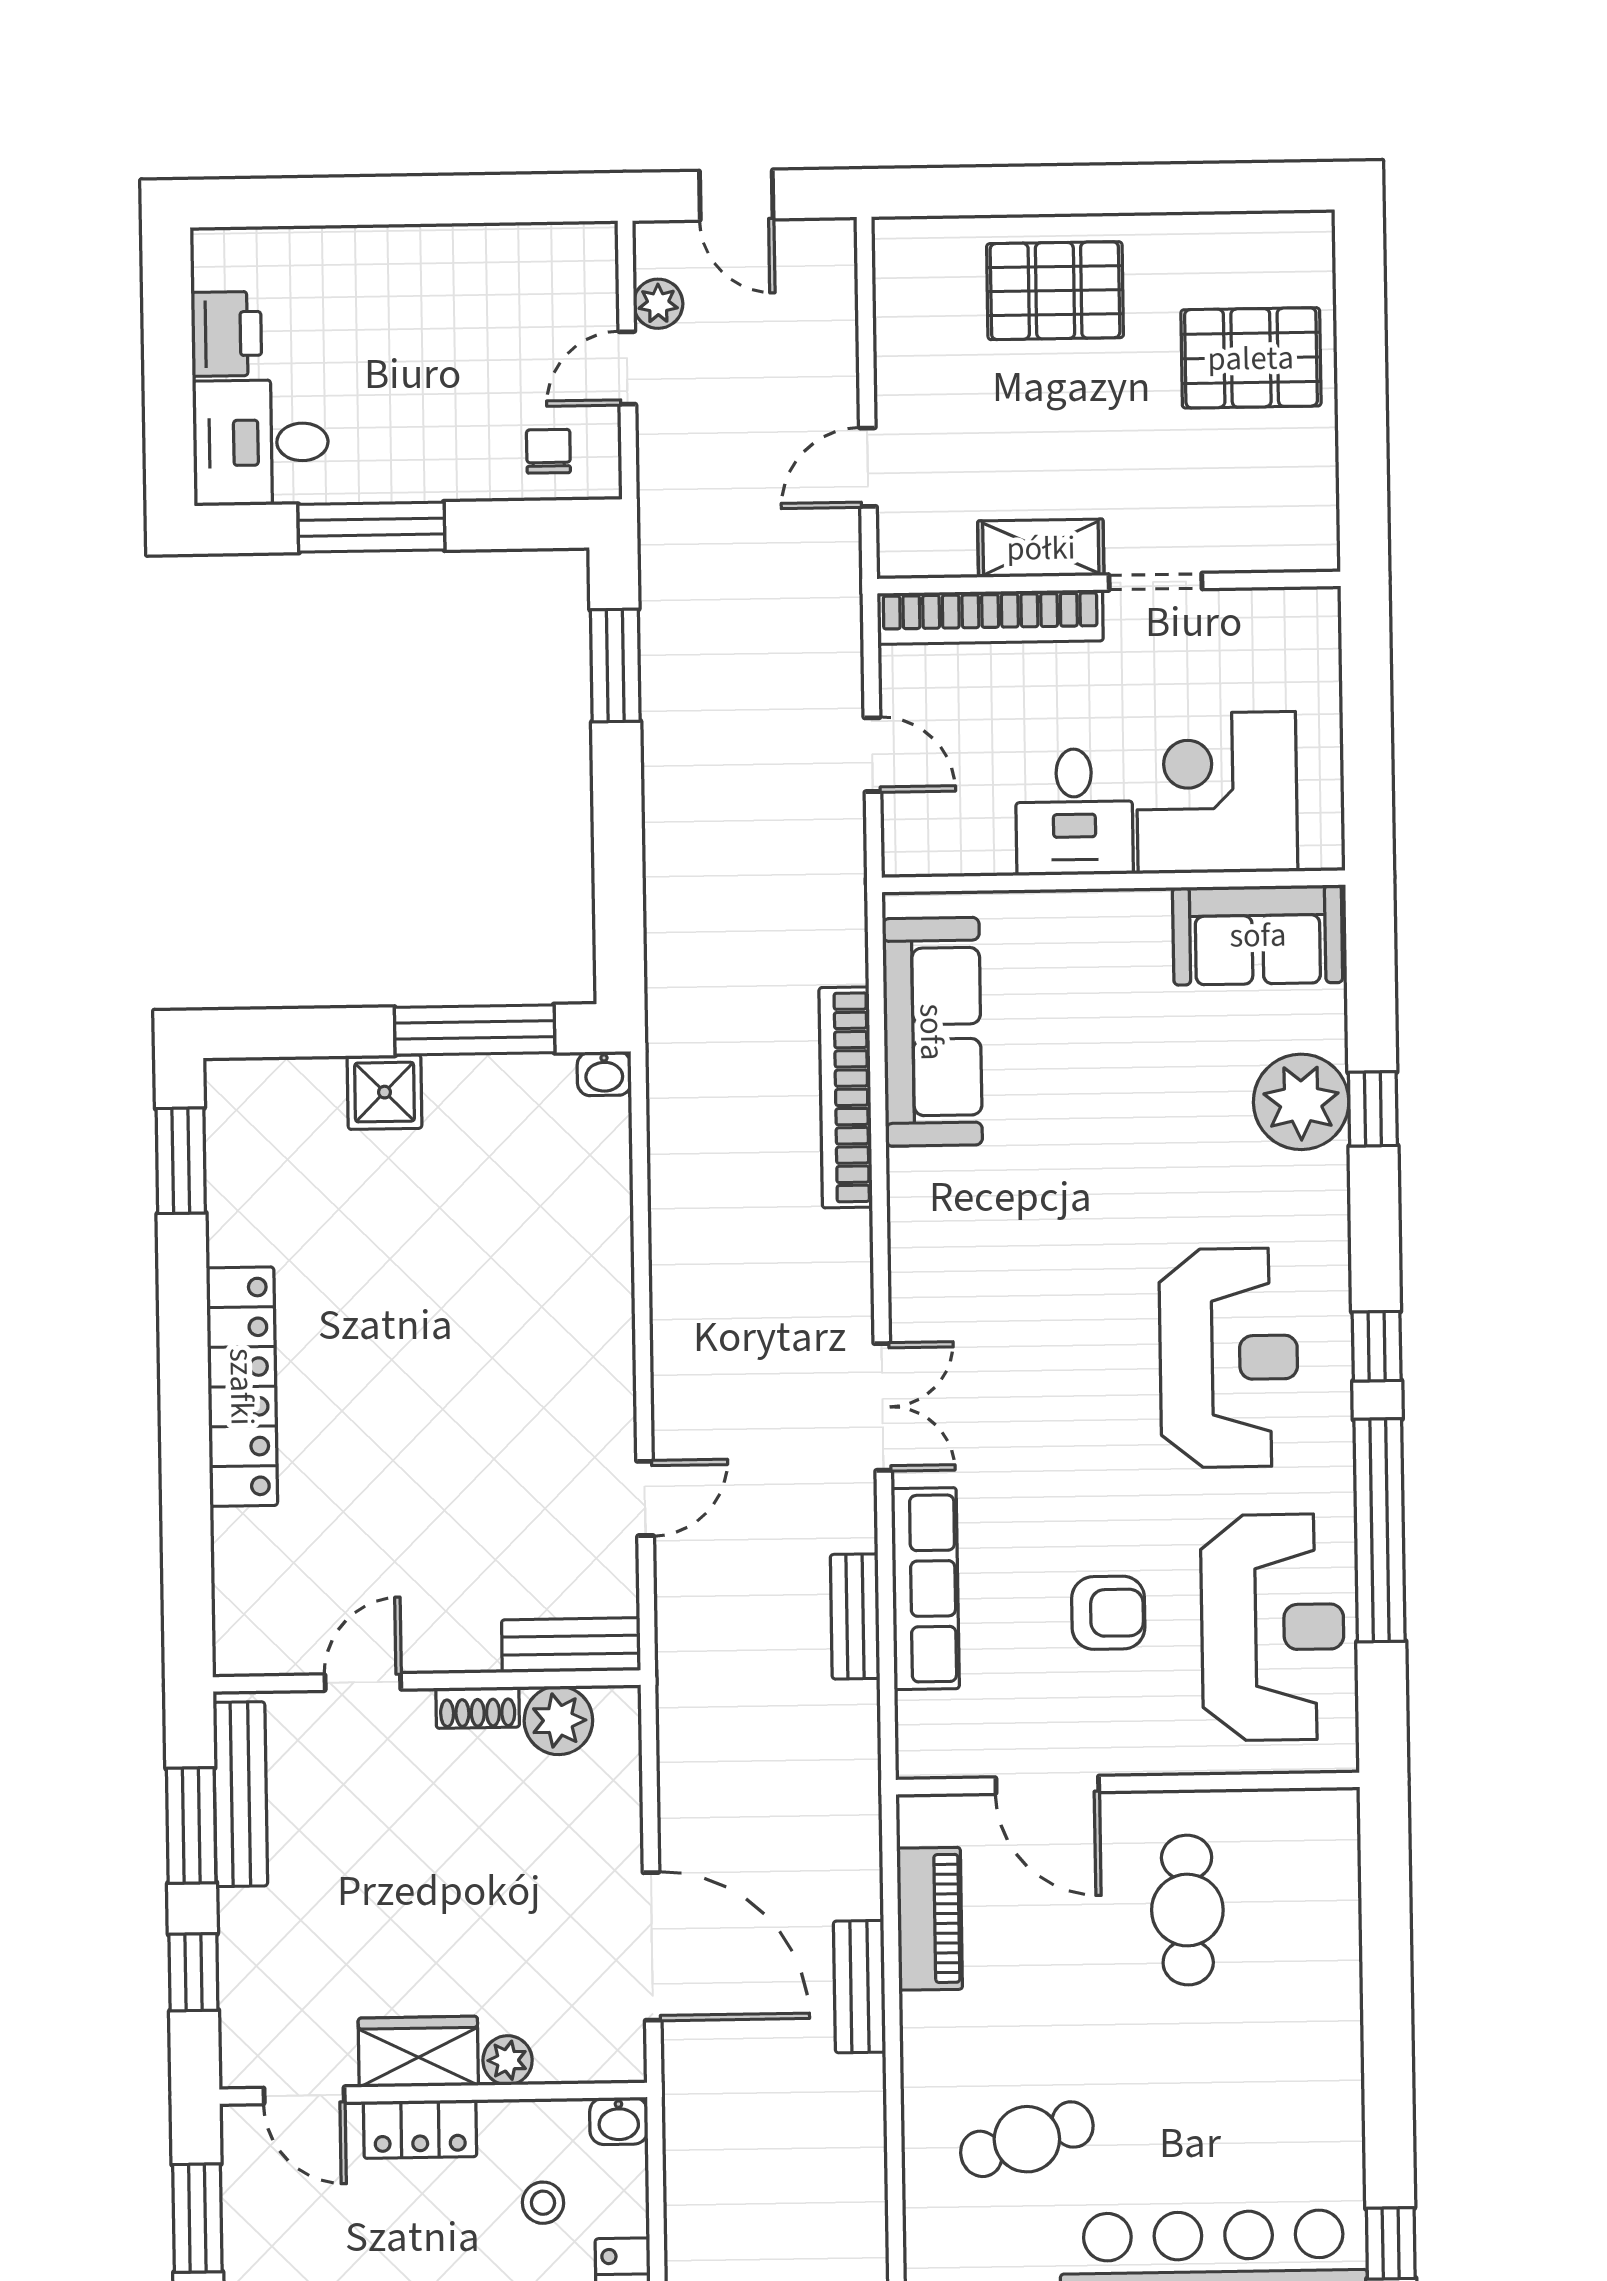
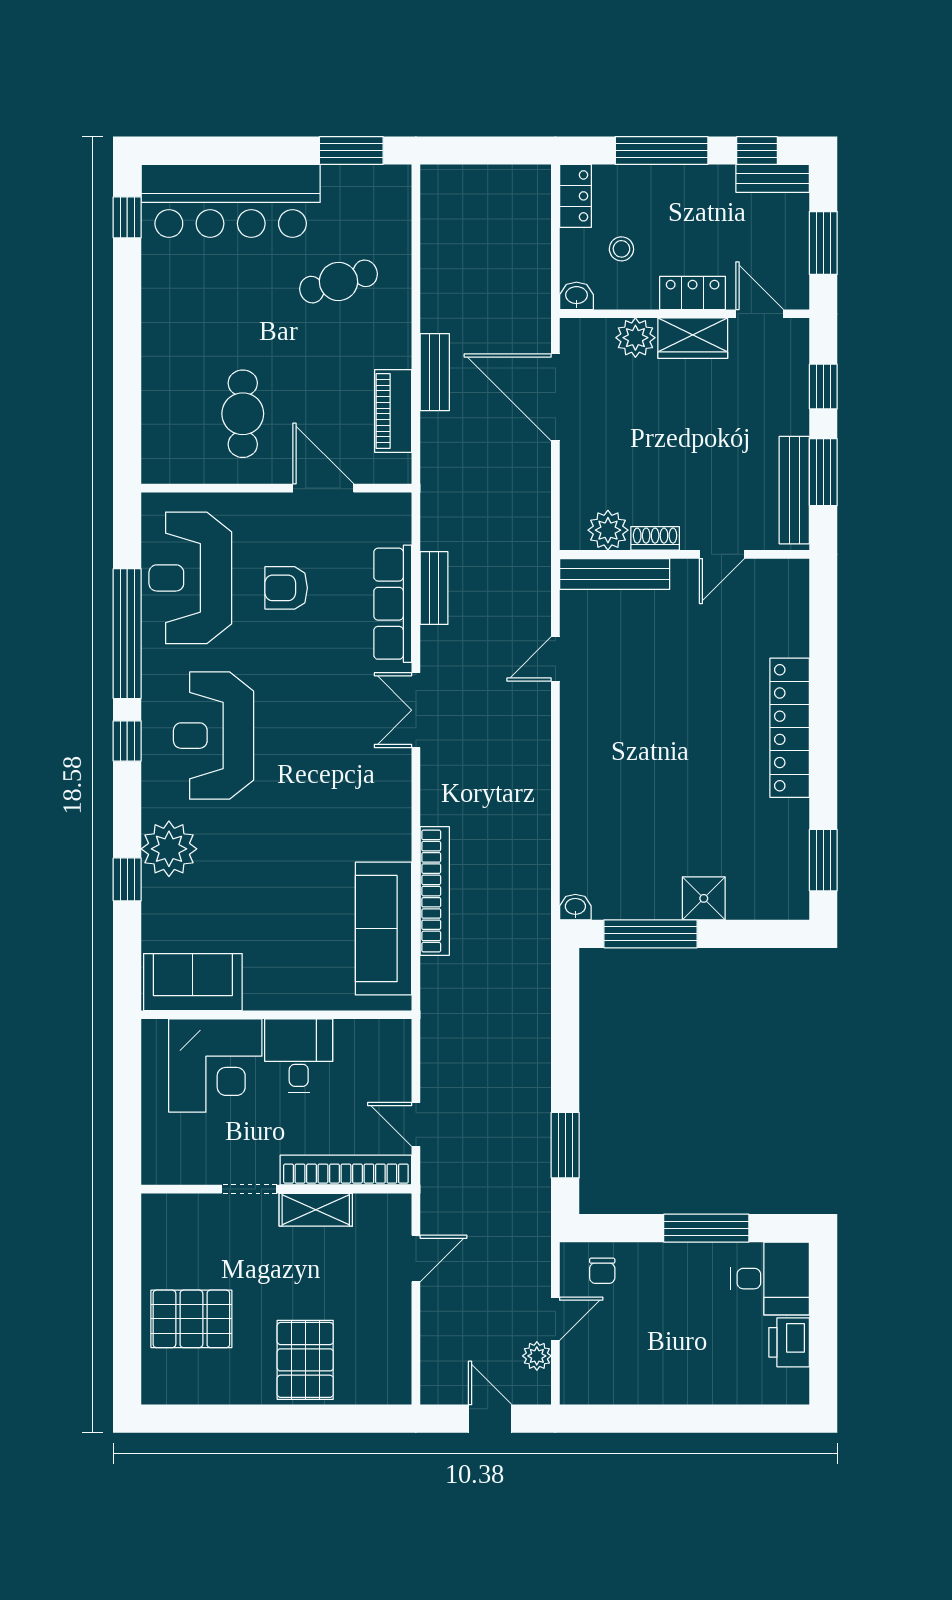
pallet: (1055, 291) -> (305, 1360), turned 90
door: (872, 755) -> (416, 1124), moved
plant: (1301, 1102) -> (169, 849), moved
bench: (571, 1645) -> (615, 574), width x1.36
plant: (508, 2060) -> (635, 338), width x1.38, depth x1.38

